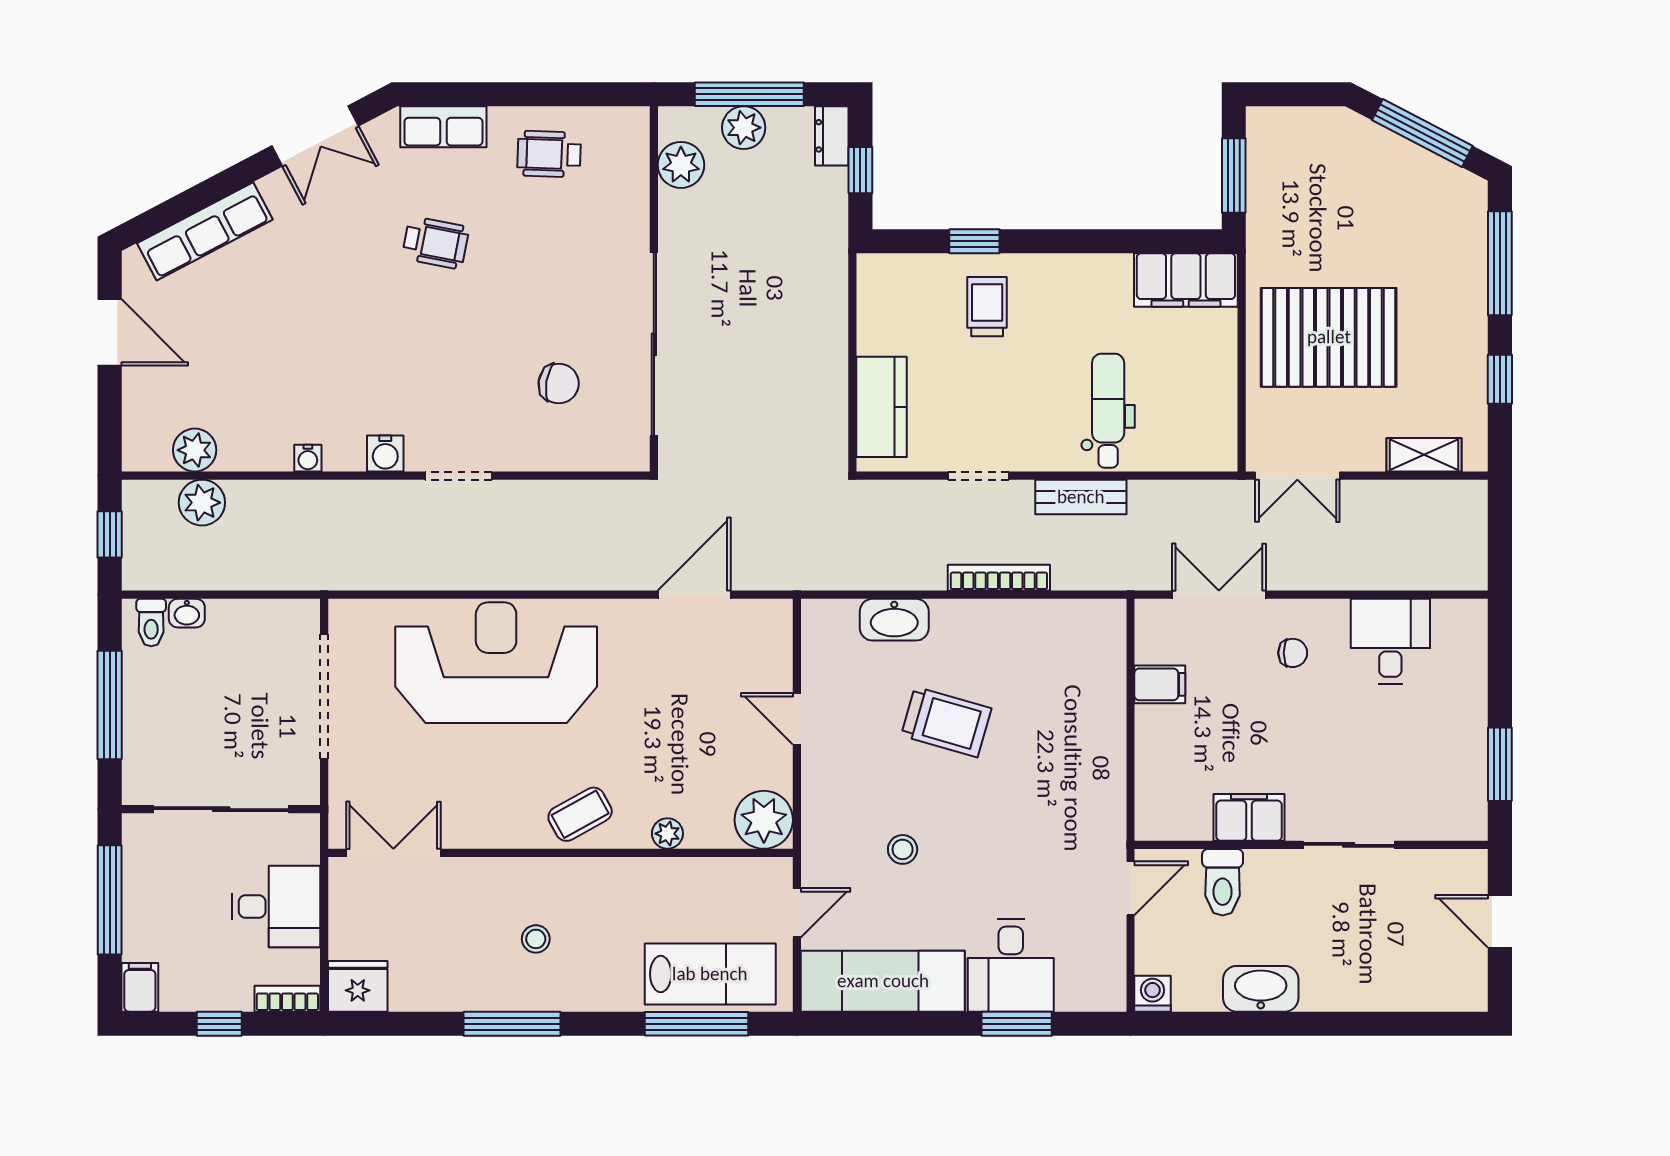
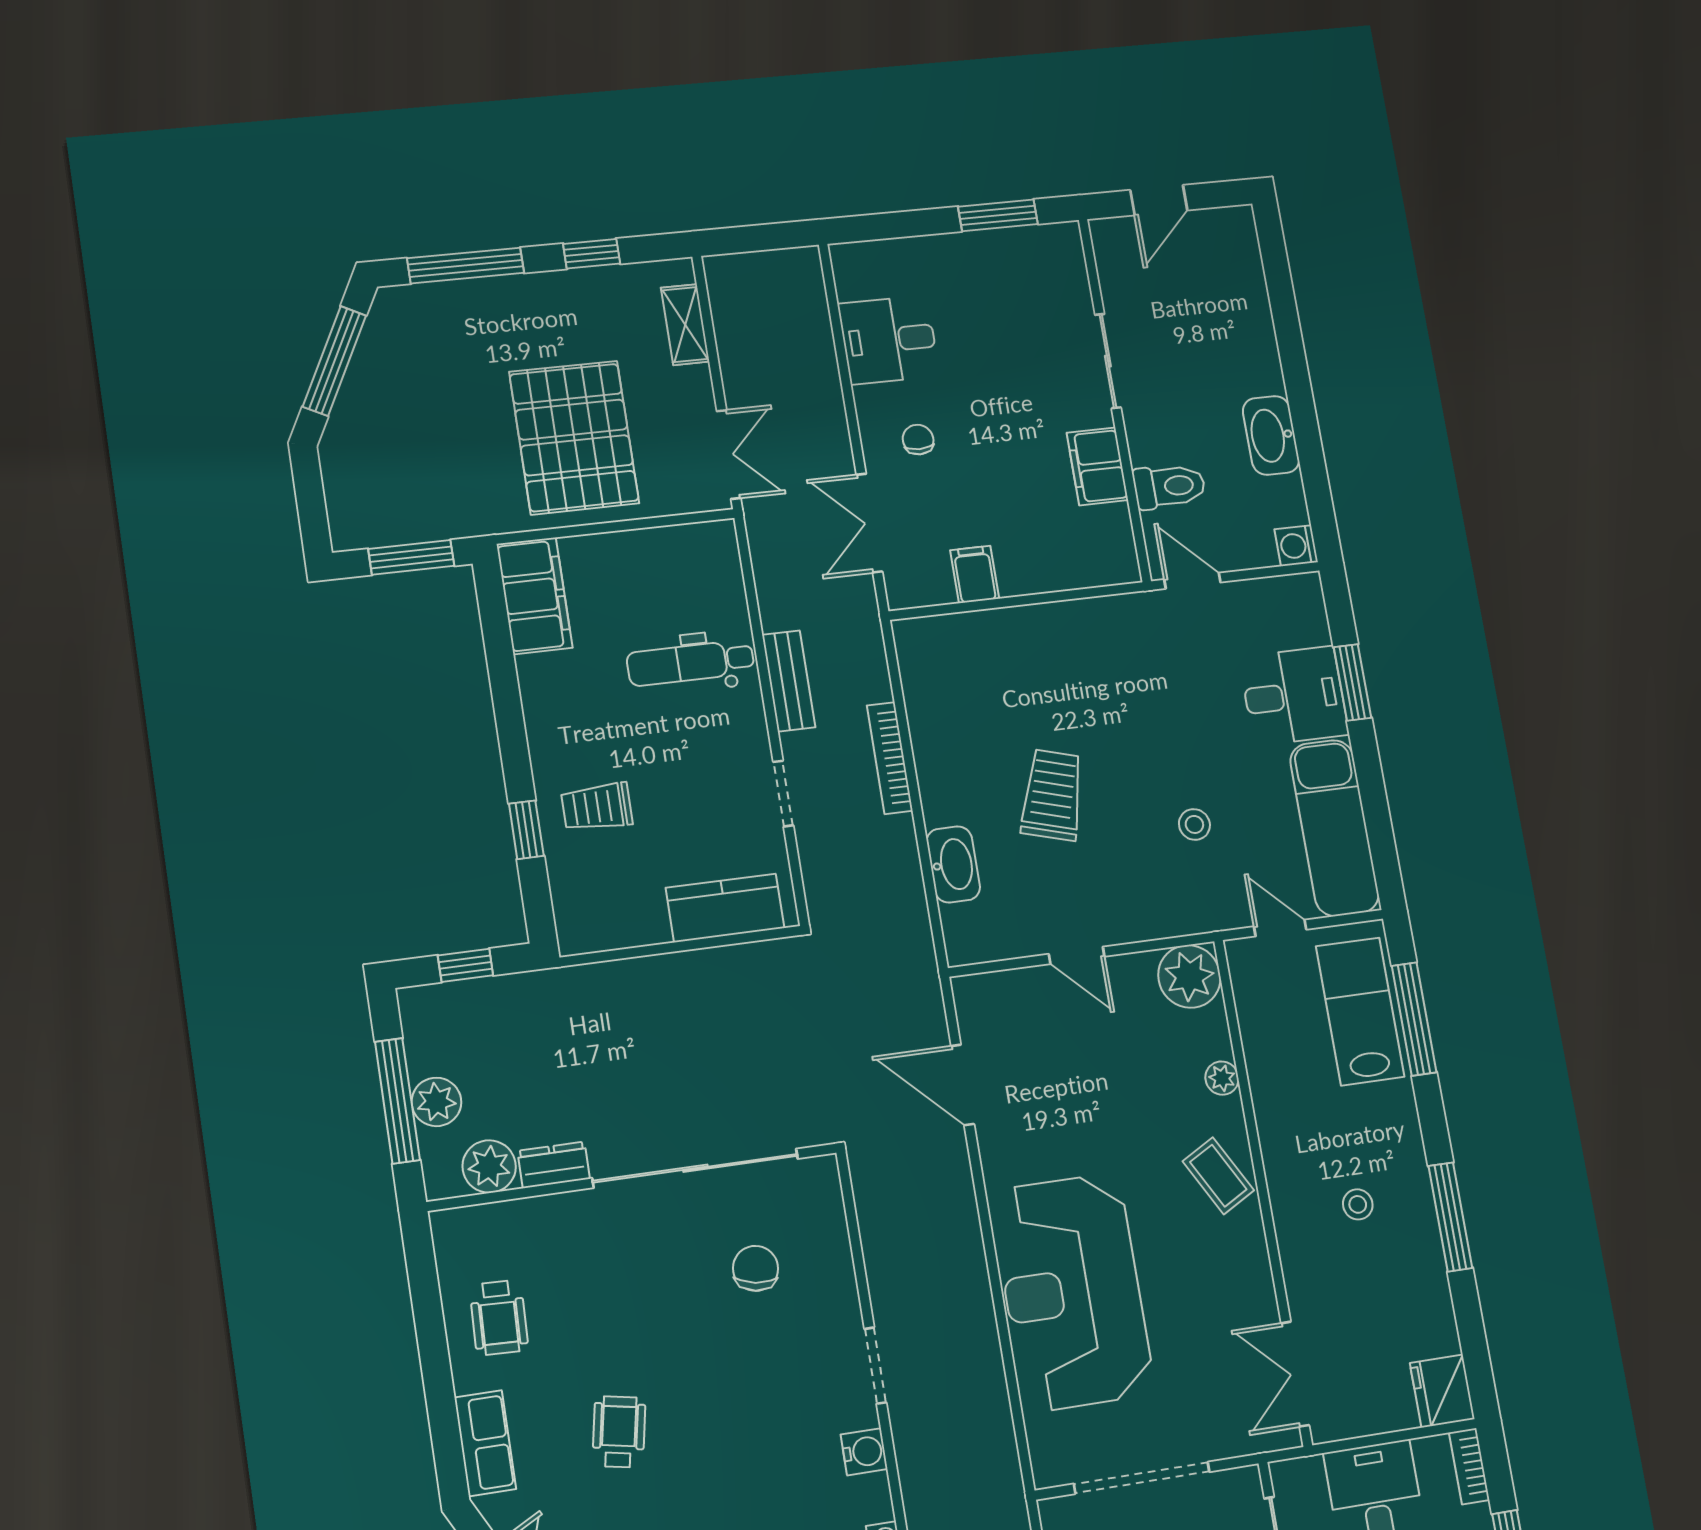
dresser: (832, 136) -> (554, 1165), moved, turned 180
door: (797, 719) -> (1077, 955), hinge flipped

